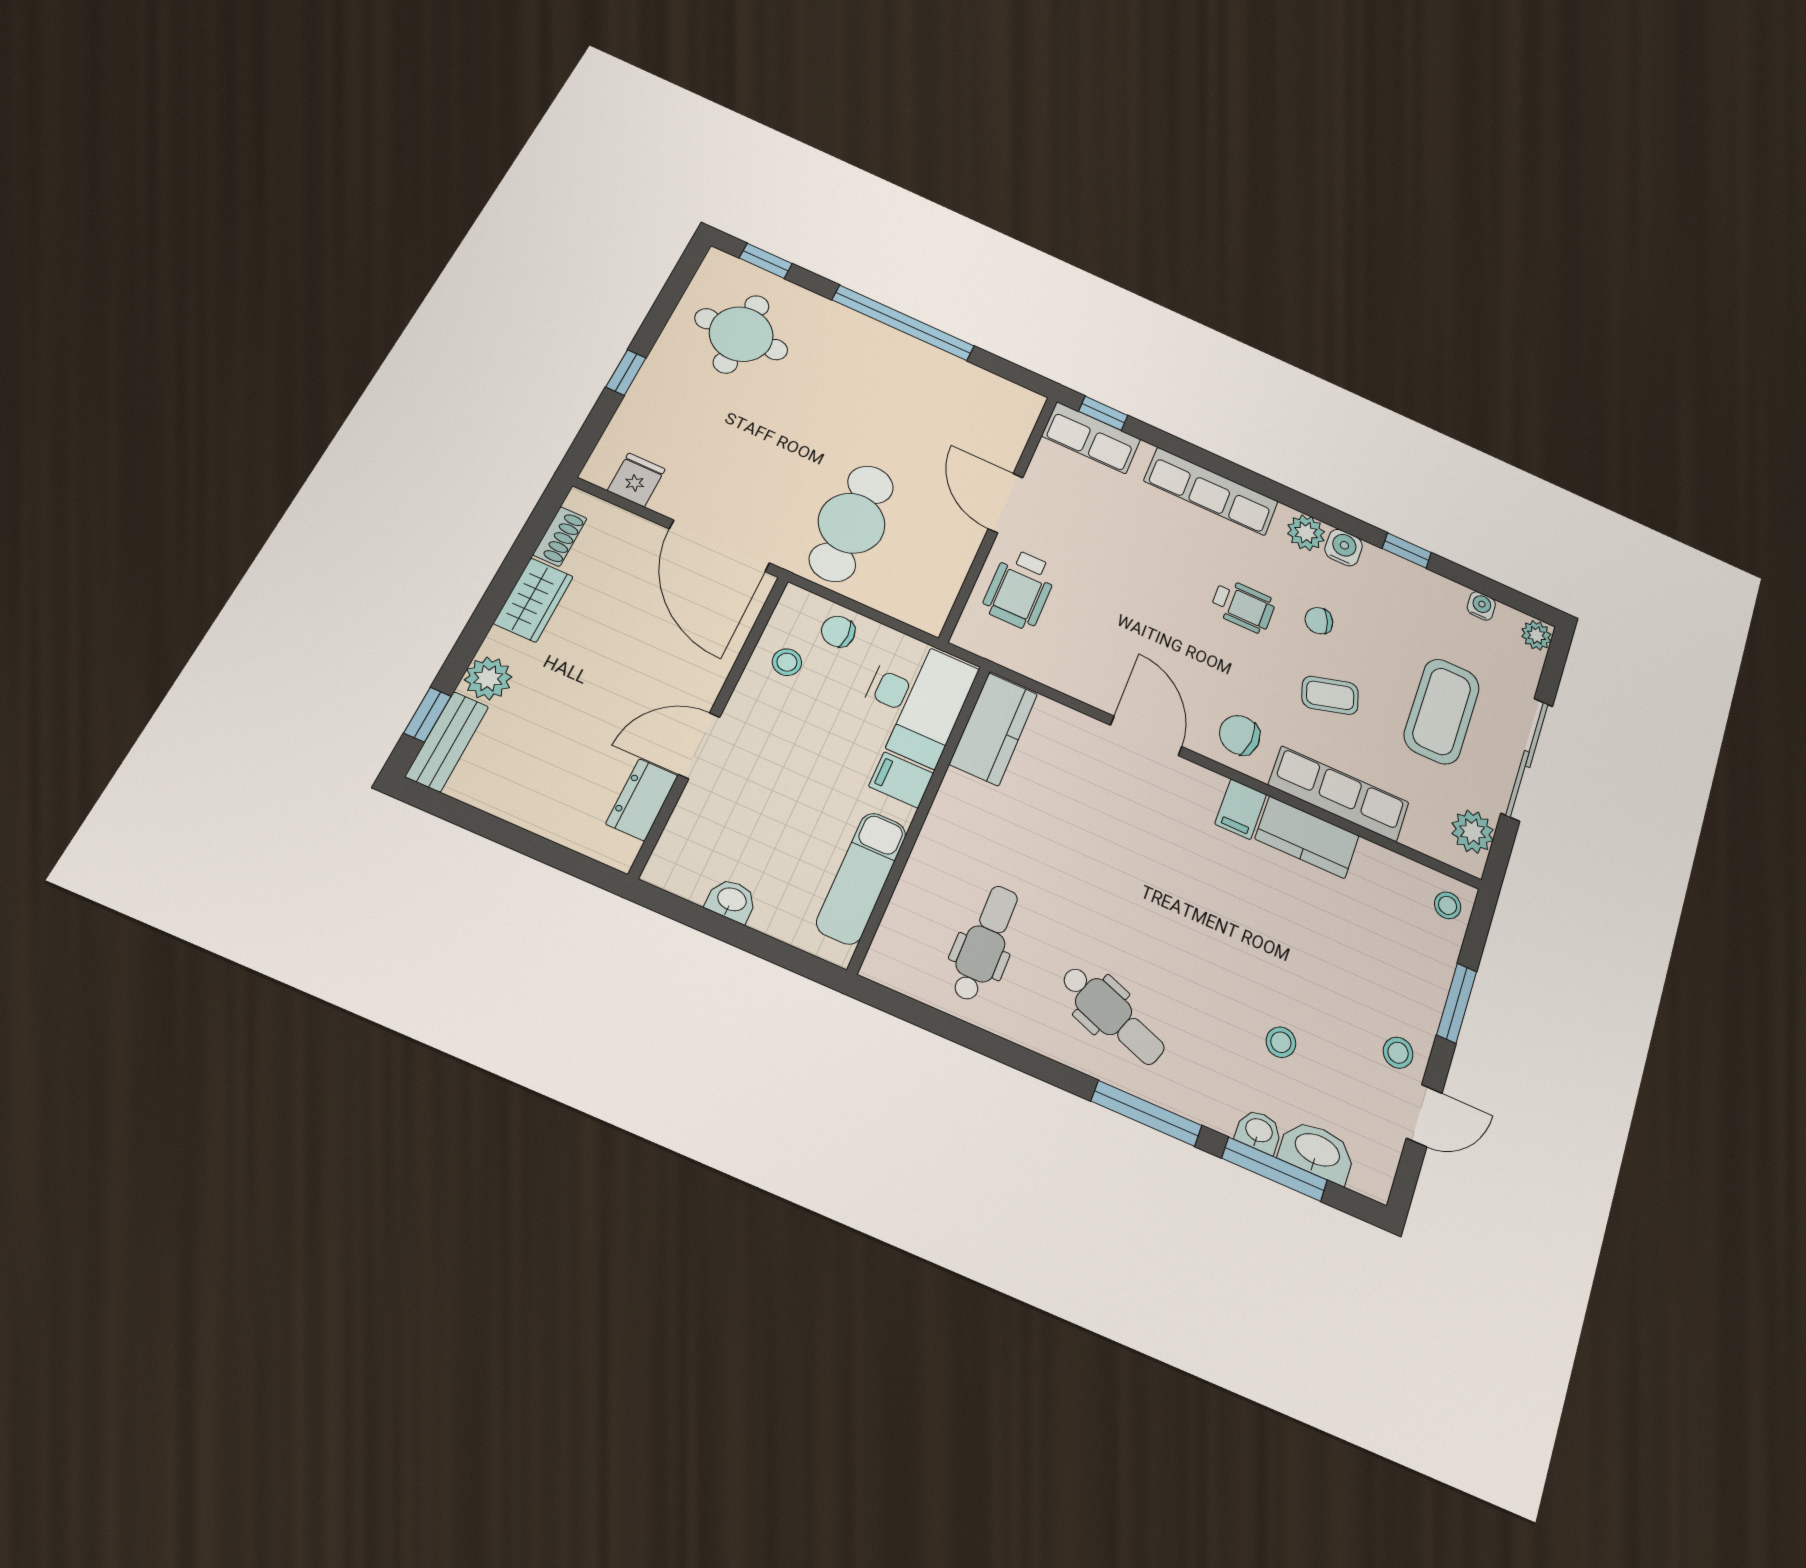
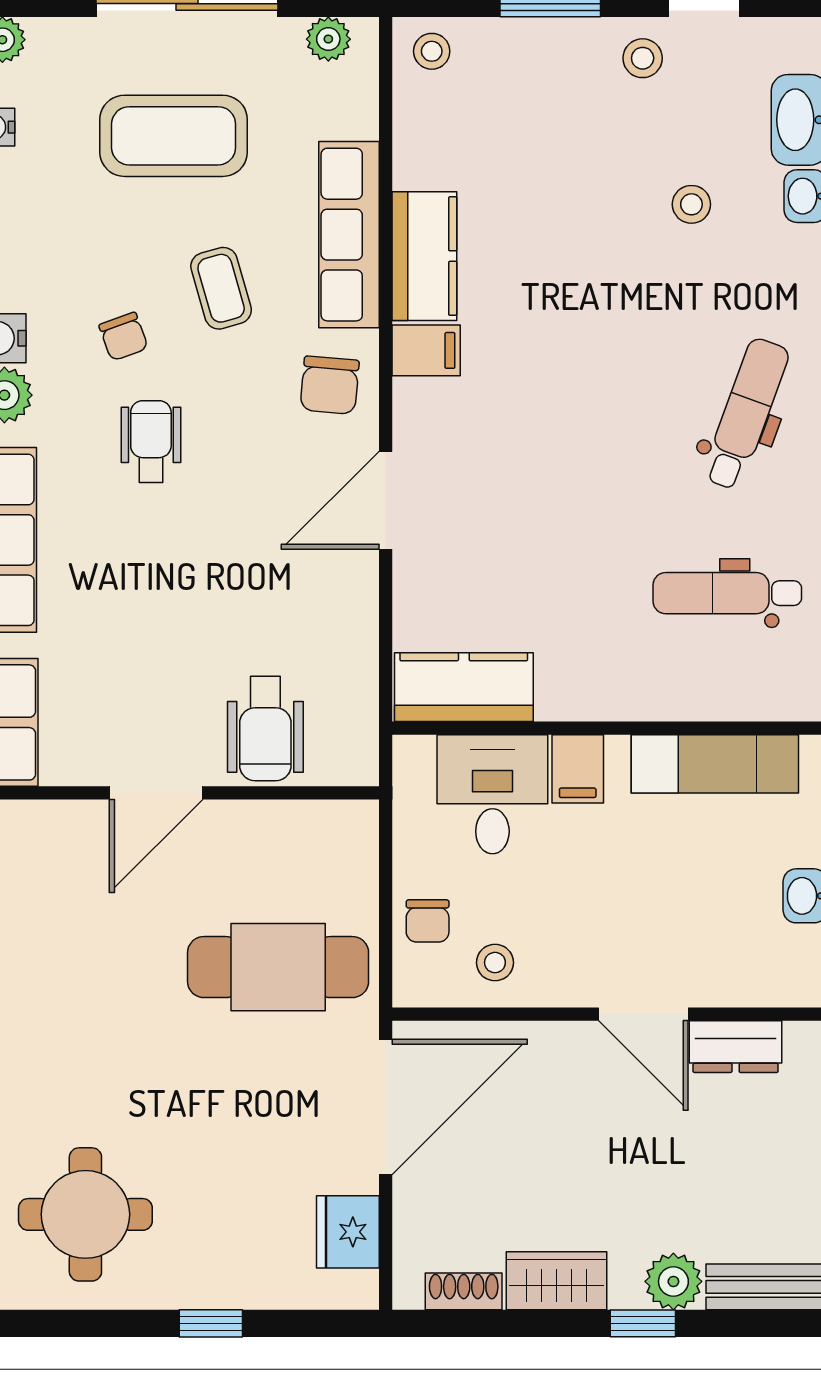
fridge: (636, 480) -> (348, 1232), width x1.38
wheelchair: (1020, 589) -> (265, 729), turned 90
desk: (915, 700) -> (492, 794), width x0.73
window: (427, 715) -> (643, 1323), moved
plant: (1473, 832) -> (328, 39), width x0.73, depth x0.73

